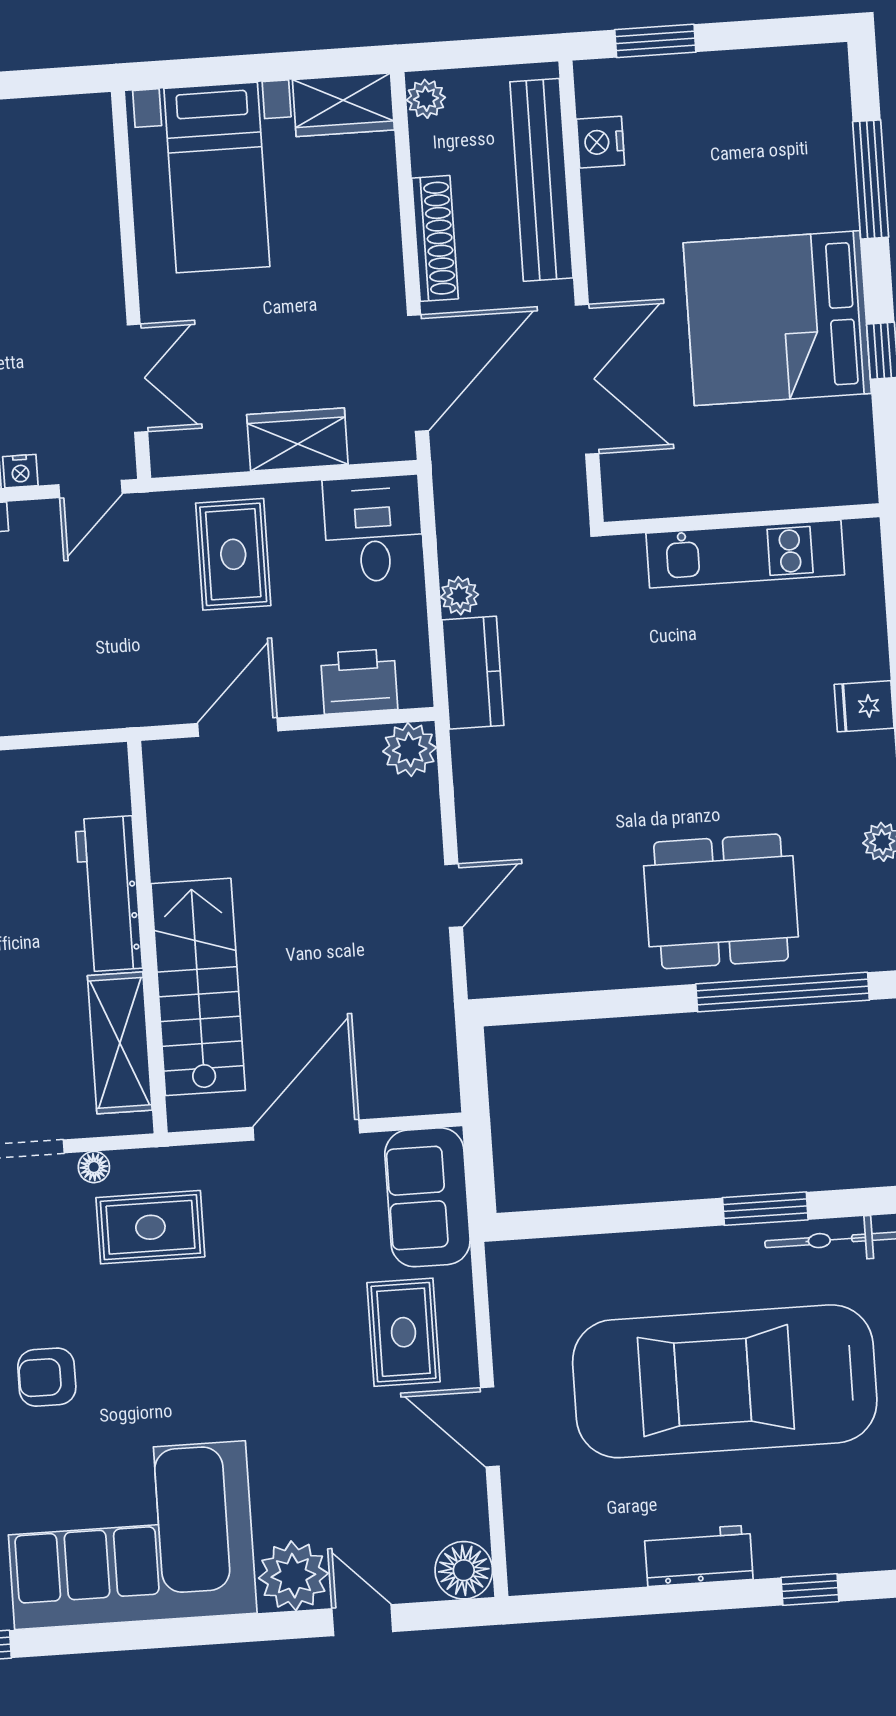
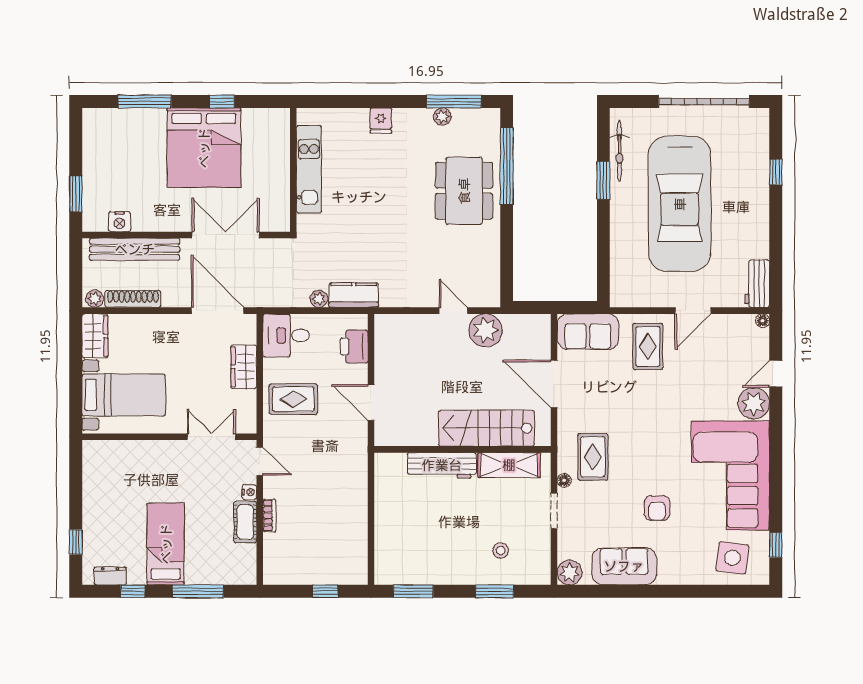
shoe rack: (435, 238) -> (133, 299), moved
plant: (410, 750) -> (485, 330), moved, width x1.36, depth x1.36
rug: (403, 1332) -> (648, 346), turned 90
workbench: (699, 1556) -> (757, 284), moved
floor lamp: (464, 1570) -> (763, 321), width x0.53, depth x0.53

